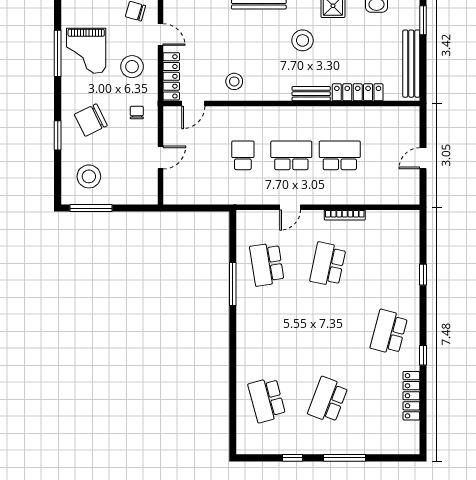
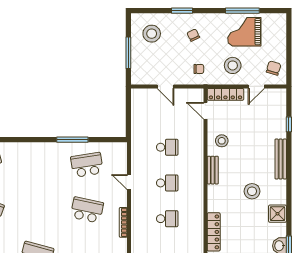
bench: (311, 94) -> (213, 170), moved
chair: (91, 120) -> (193, 35), width x0.54, depth x0.54
school desk: (291, 155) -> (167, 183), width x0.54
school desk: (340, 155) -> (167, 219), width x0.54
window: (91, 208) -> (128, 53), moved

